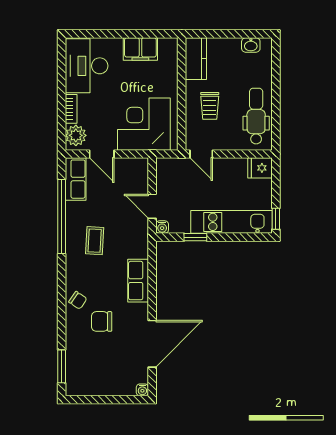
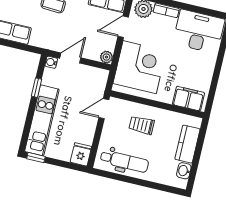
filing cabinet: (140, 49) -> (188, 99), moved, turned 90
kitchen counter: (196, 59) -> (187, 144), moved, turned 90
plant: (141, 165) -> (106, 57), added

